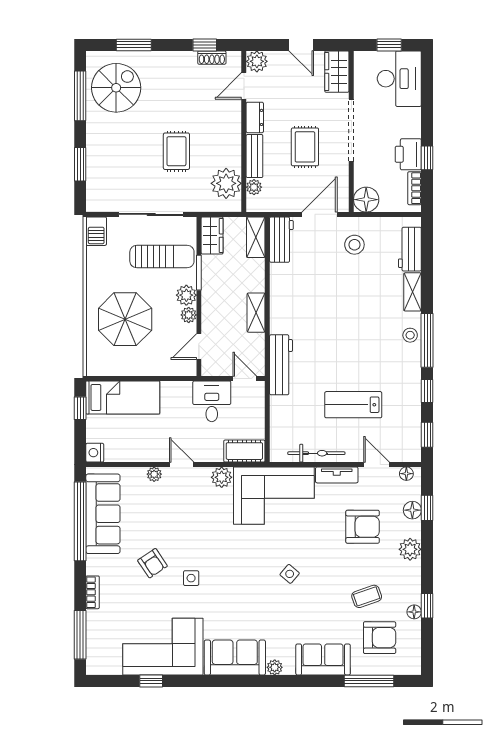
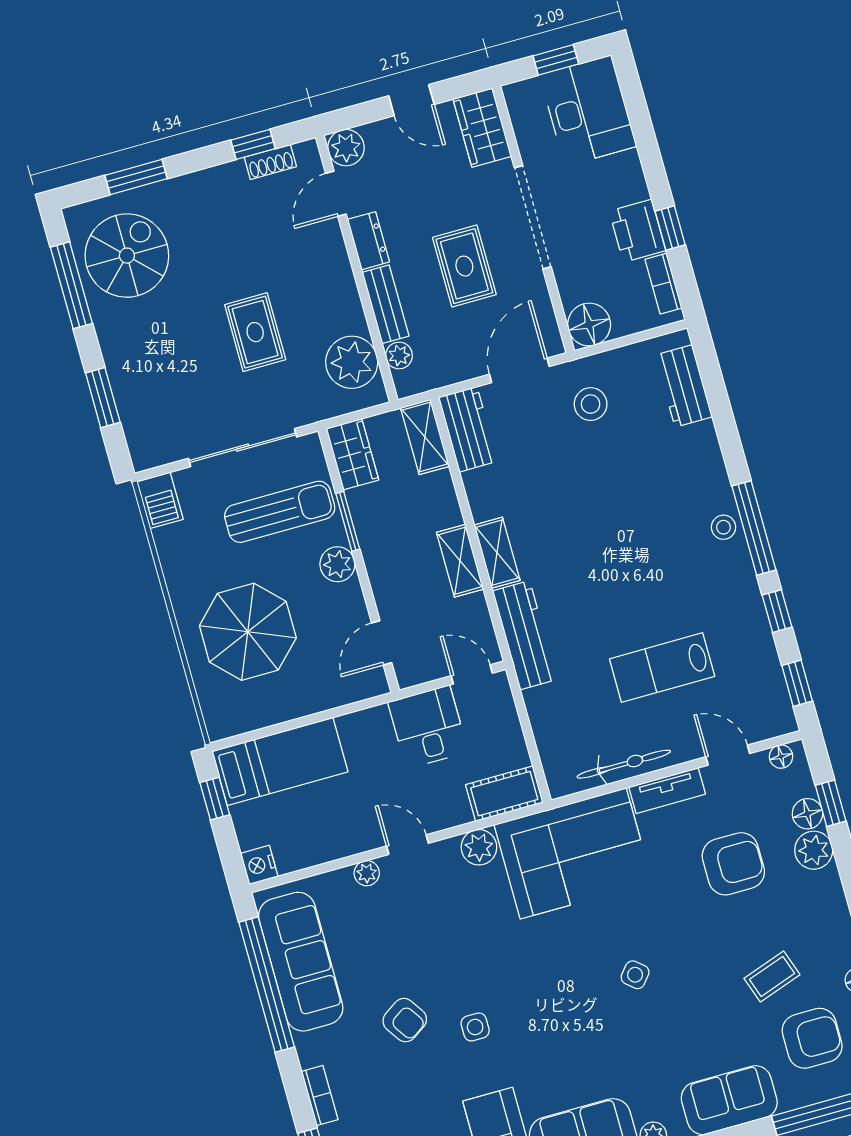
shelving: (413, 292) -> (497, 553), moved
plant: (189, 315) -> (350, 596), removed
plant: (410, 549) -> (814, 850), moved

